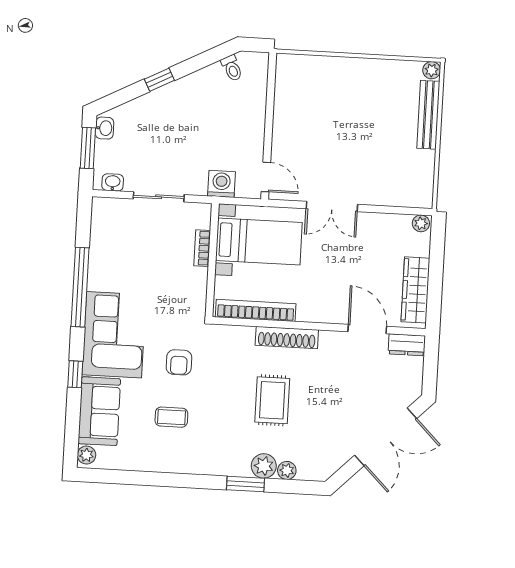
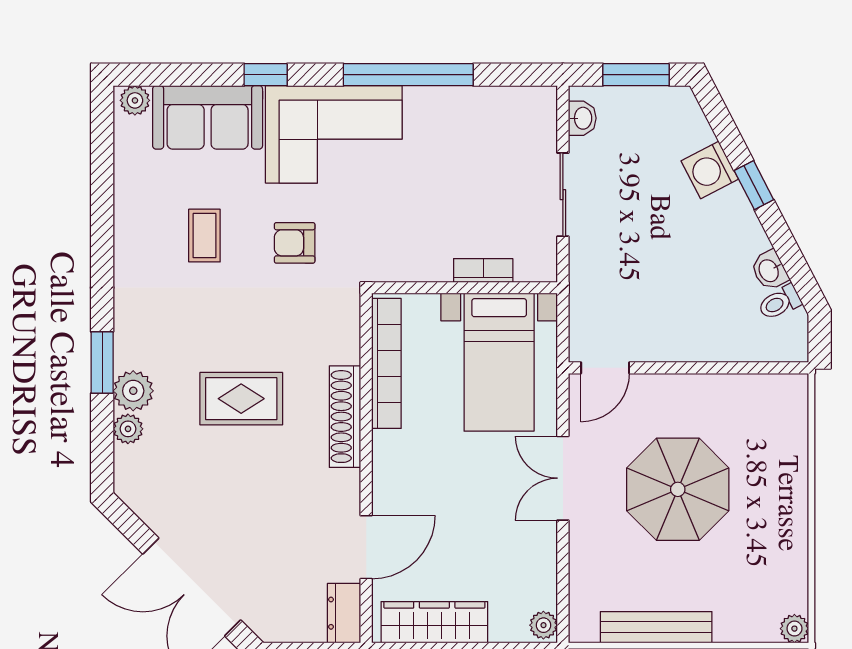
bench: (428, 115) -> (656, 627), moved
washbasin: (105, 128) -> (769, 270), moved, turned 63
parasol: (343, 137) -> (678, 489), added
washing machine: (221, 184) -> (710, 170), moved, turned 153

